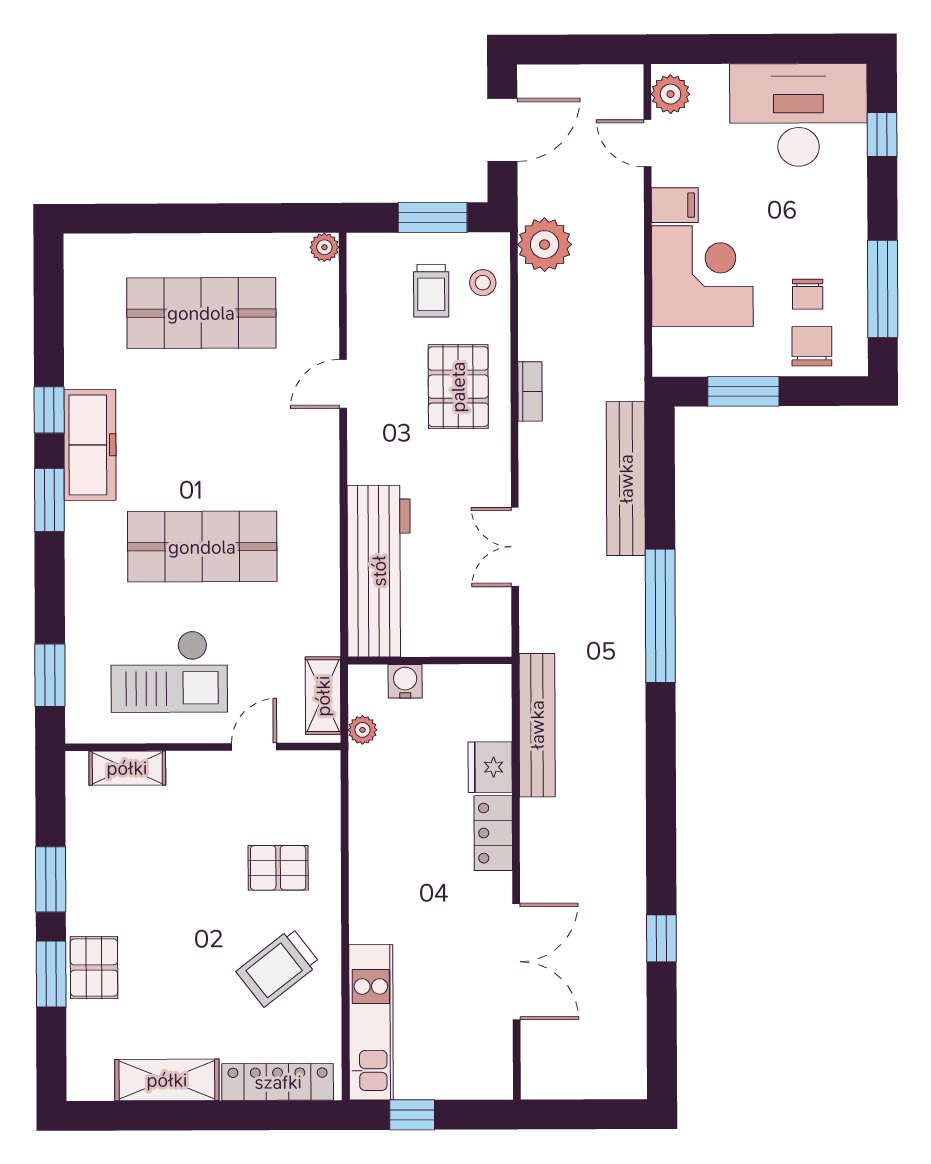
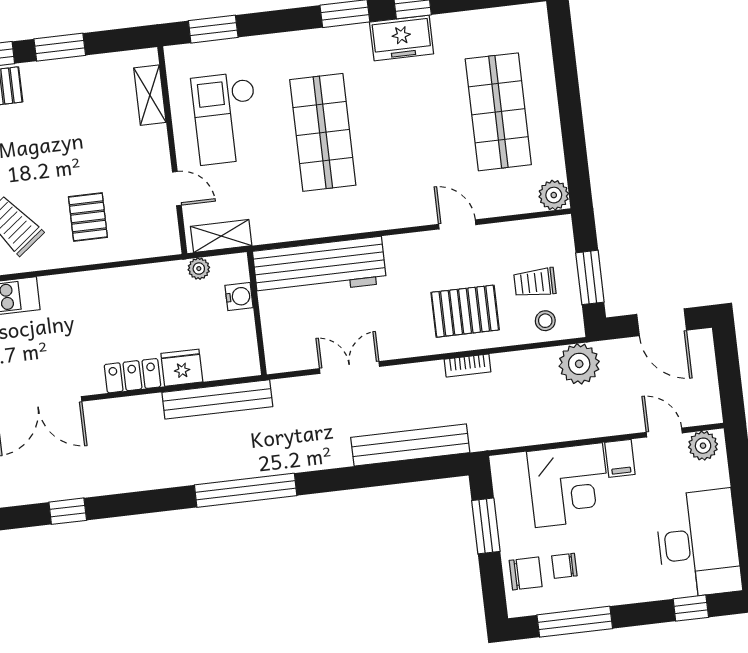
door: (648, 143) -> (664, 433), hinge flipped
plant: (324, 247) -> (554, 195), width x1.38, depth x1.38
freezer: (90, 445) -> (402, 38), width x0.71
window: (660, 616) -> (246, 490), moved

